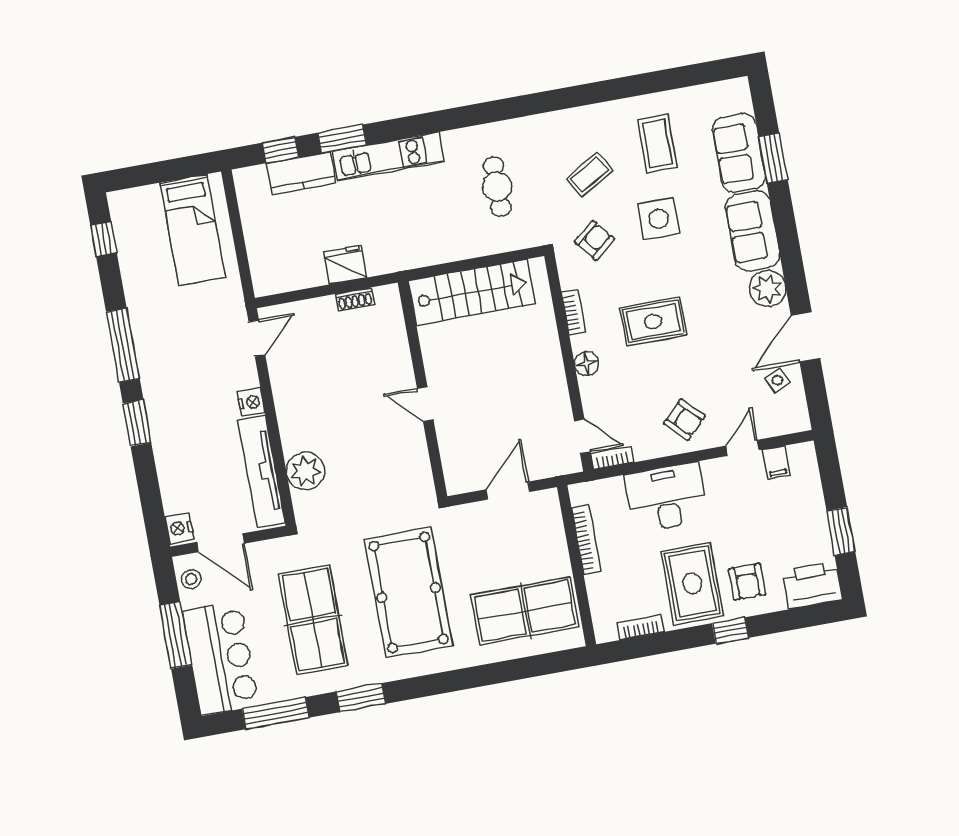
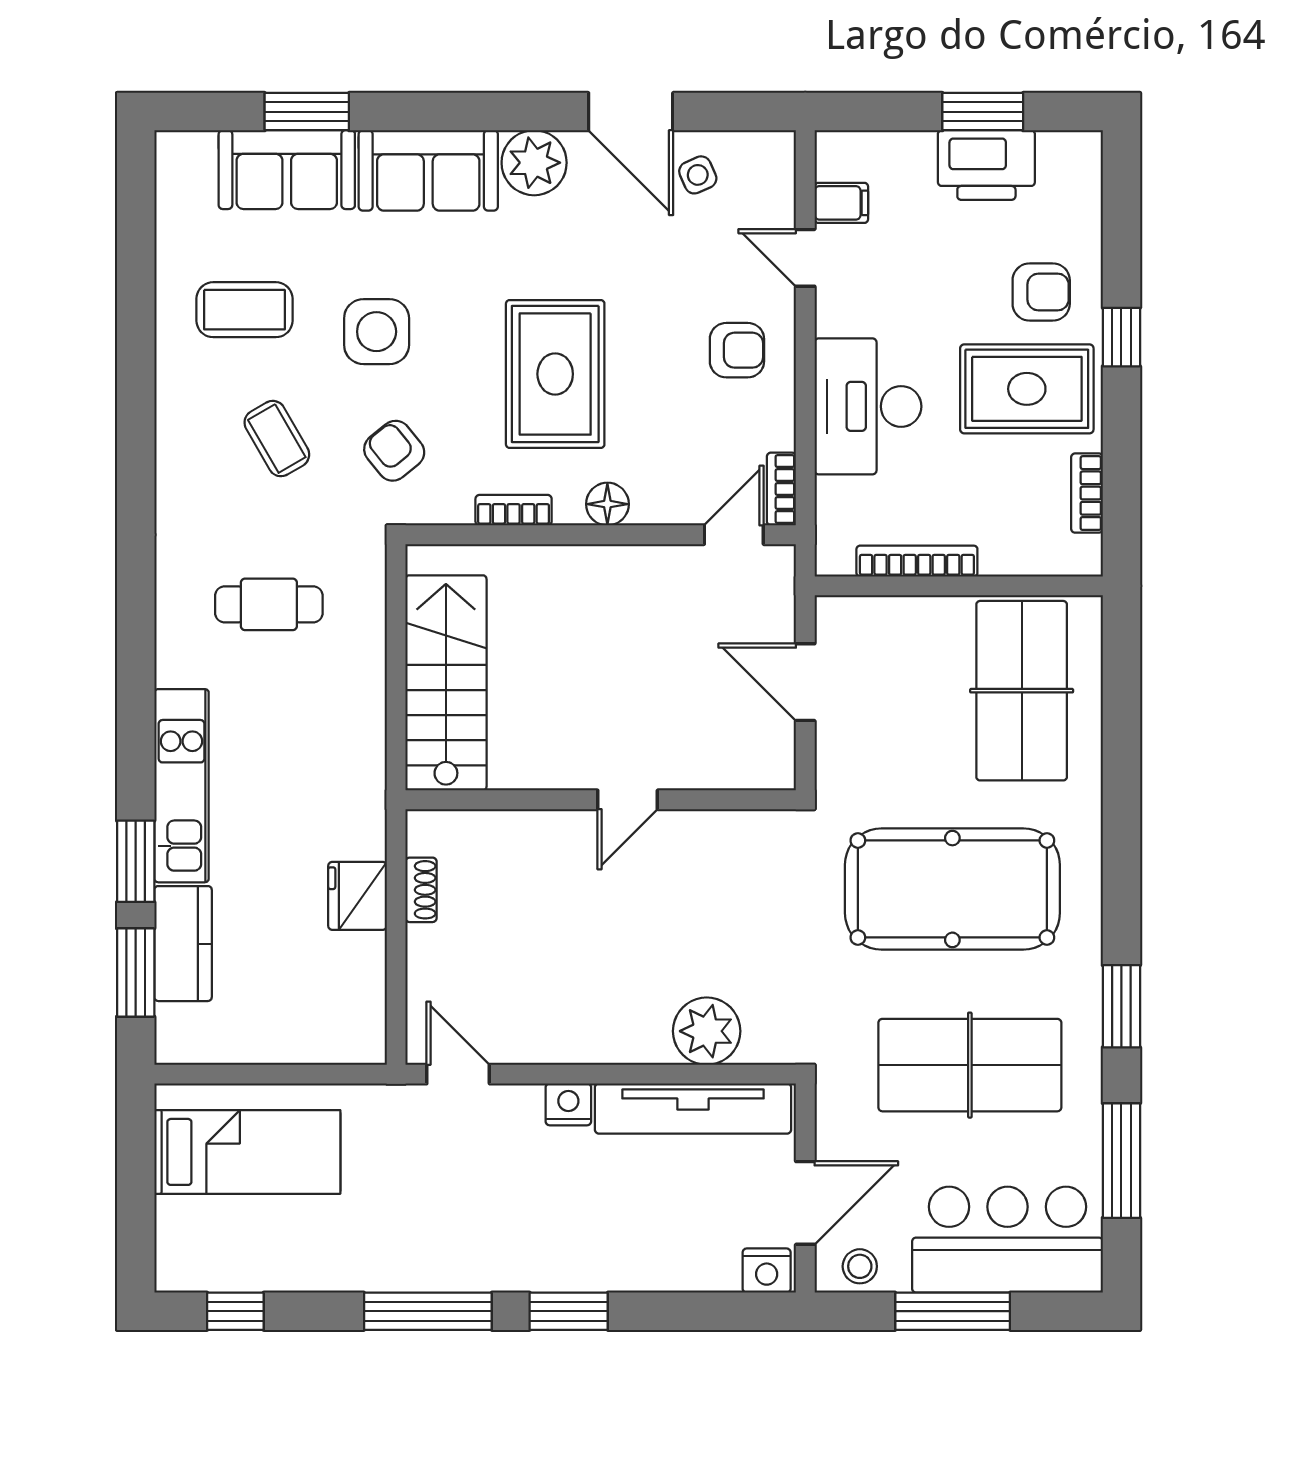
window: (281, 150) -> (136, 973), width x1.50
rug: (653, 322) -> (555, 374), width x1.36, depth x1.43
armchair: (684, 420) -> (737, 350), turned 45
printer: (812, 585) -> (986, 165), moved, turned -90

